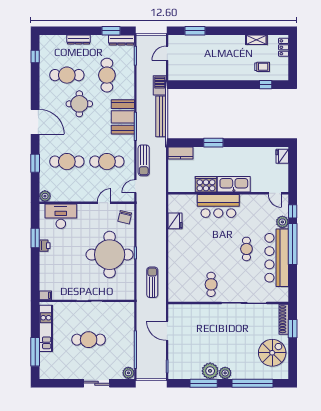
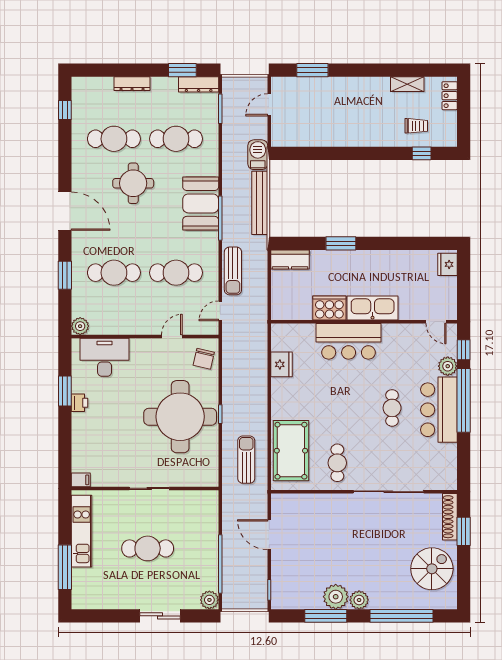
cafe table: (107, 75) -> (176, 139), turned 90
bar counter: (277, 258) -> (439, 410), width x0.73
pool table: (181, 277) -> (291, 451), added

